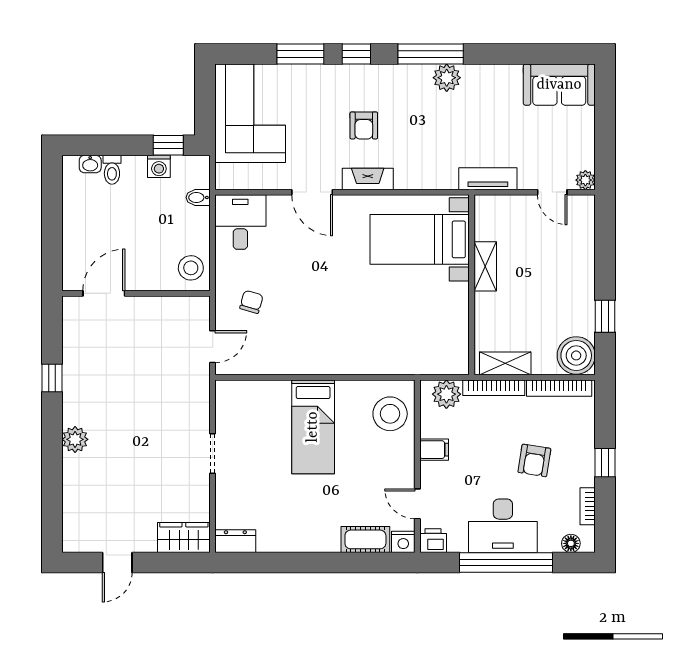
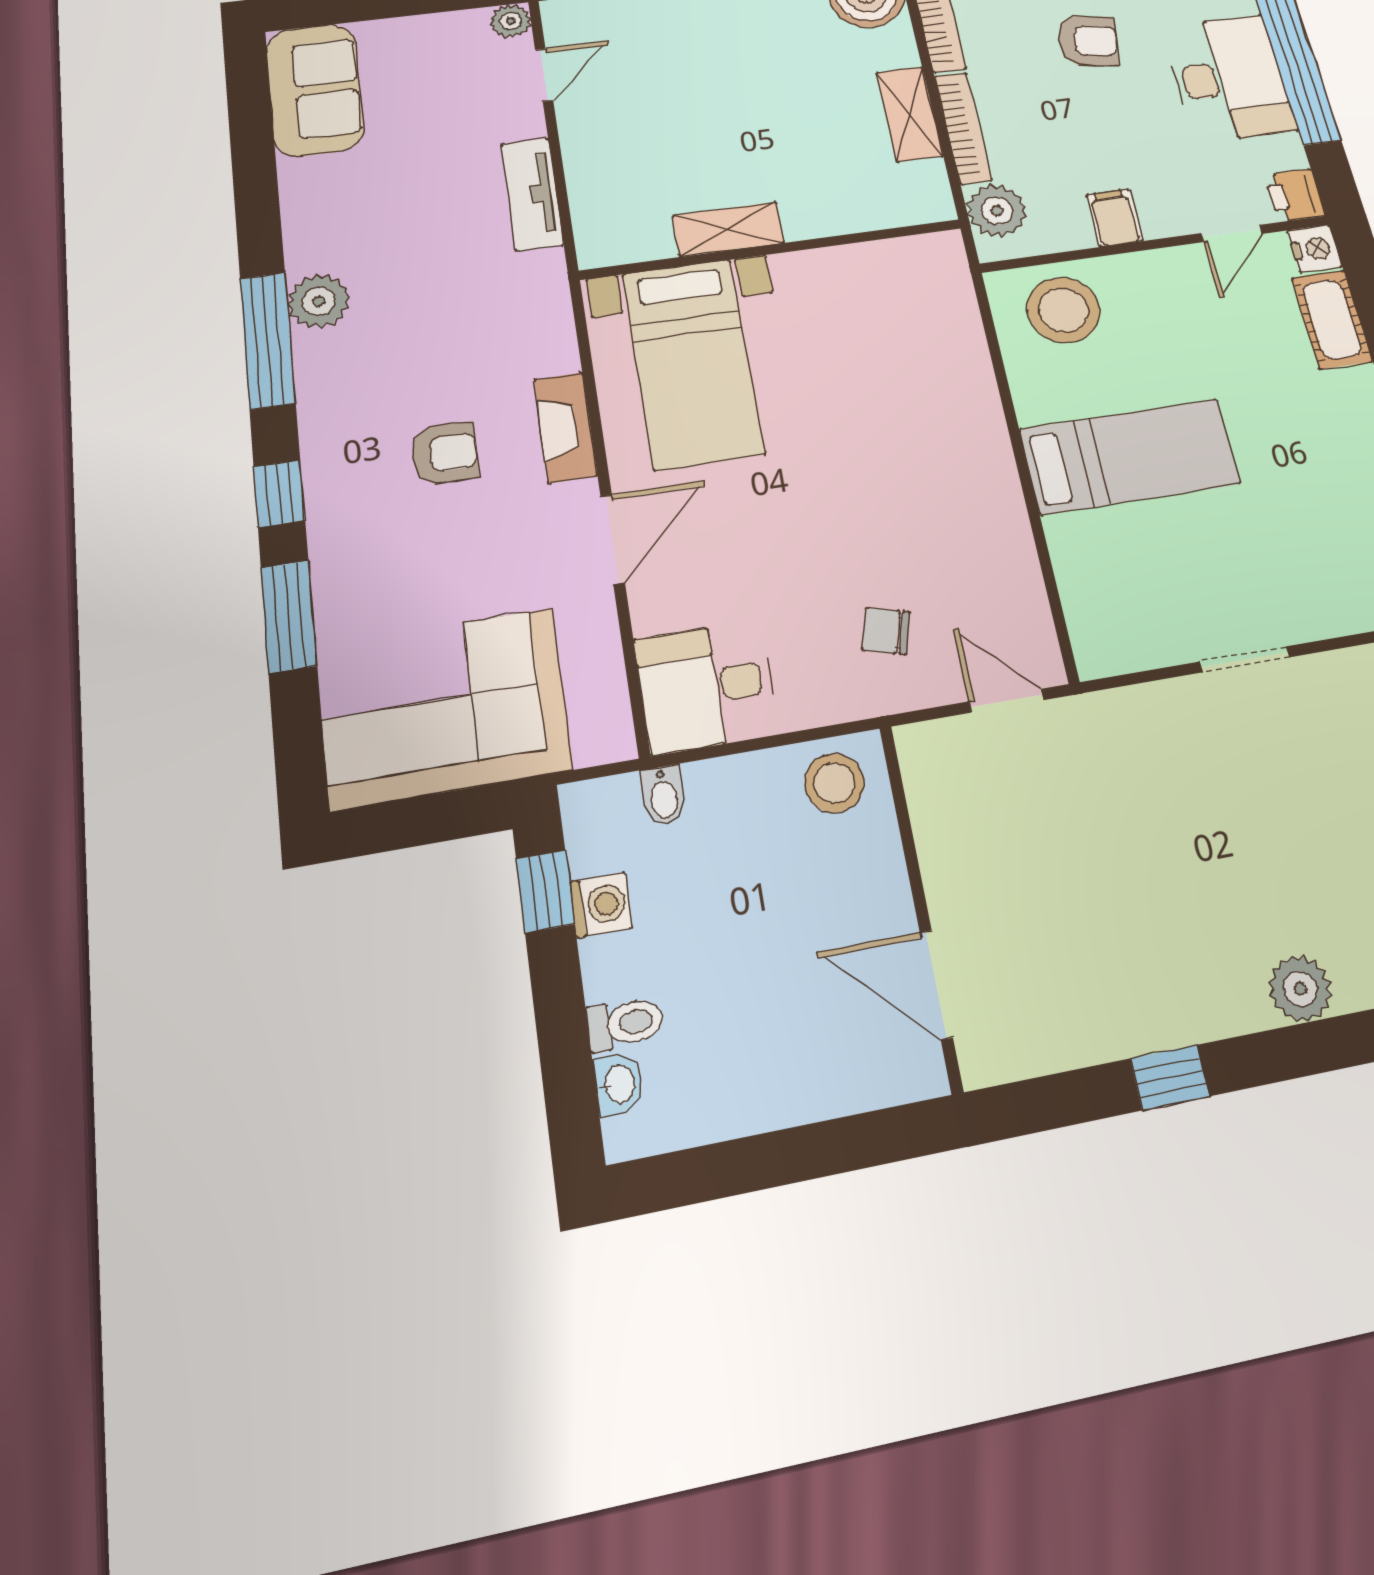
bed with nightstands: (420, 239) -> (693, 363), moved
shelving: (485, 266) -> (728, 229), moved
wall: (472, 285) -> (772, 249), moved

